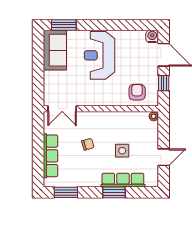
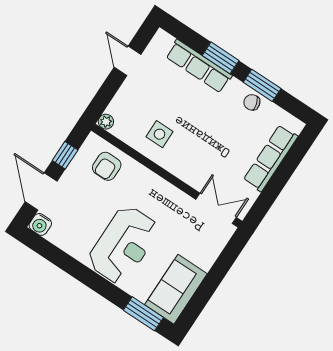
chair: (88, 144) -> (252, 102), moved
side table: (122, 151) -> (160, 134), moved
door: (164, 157) -> (127, 61), hinge flipped
window: (66, 192) -> (262, 85), moved

